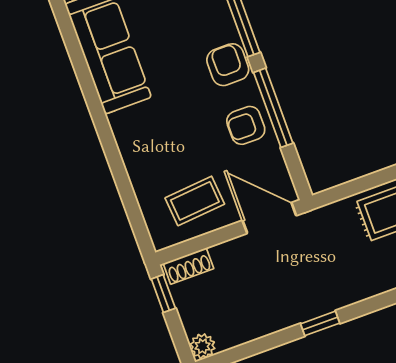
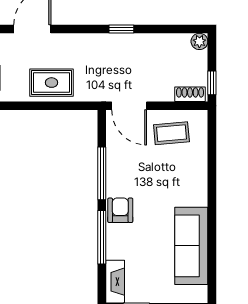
armchair: (228, 65) -> (120, 210), turned 180
armchair: (246, 125) -> (123, 169), removed

